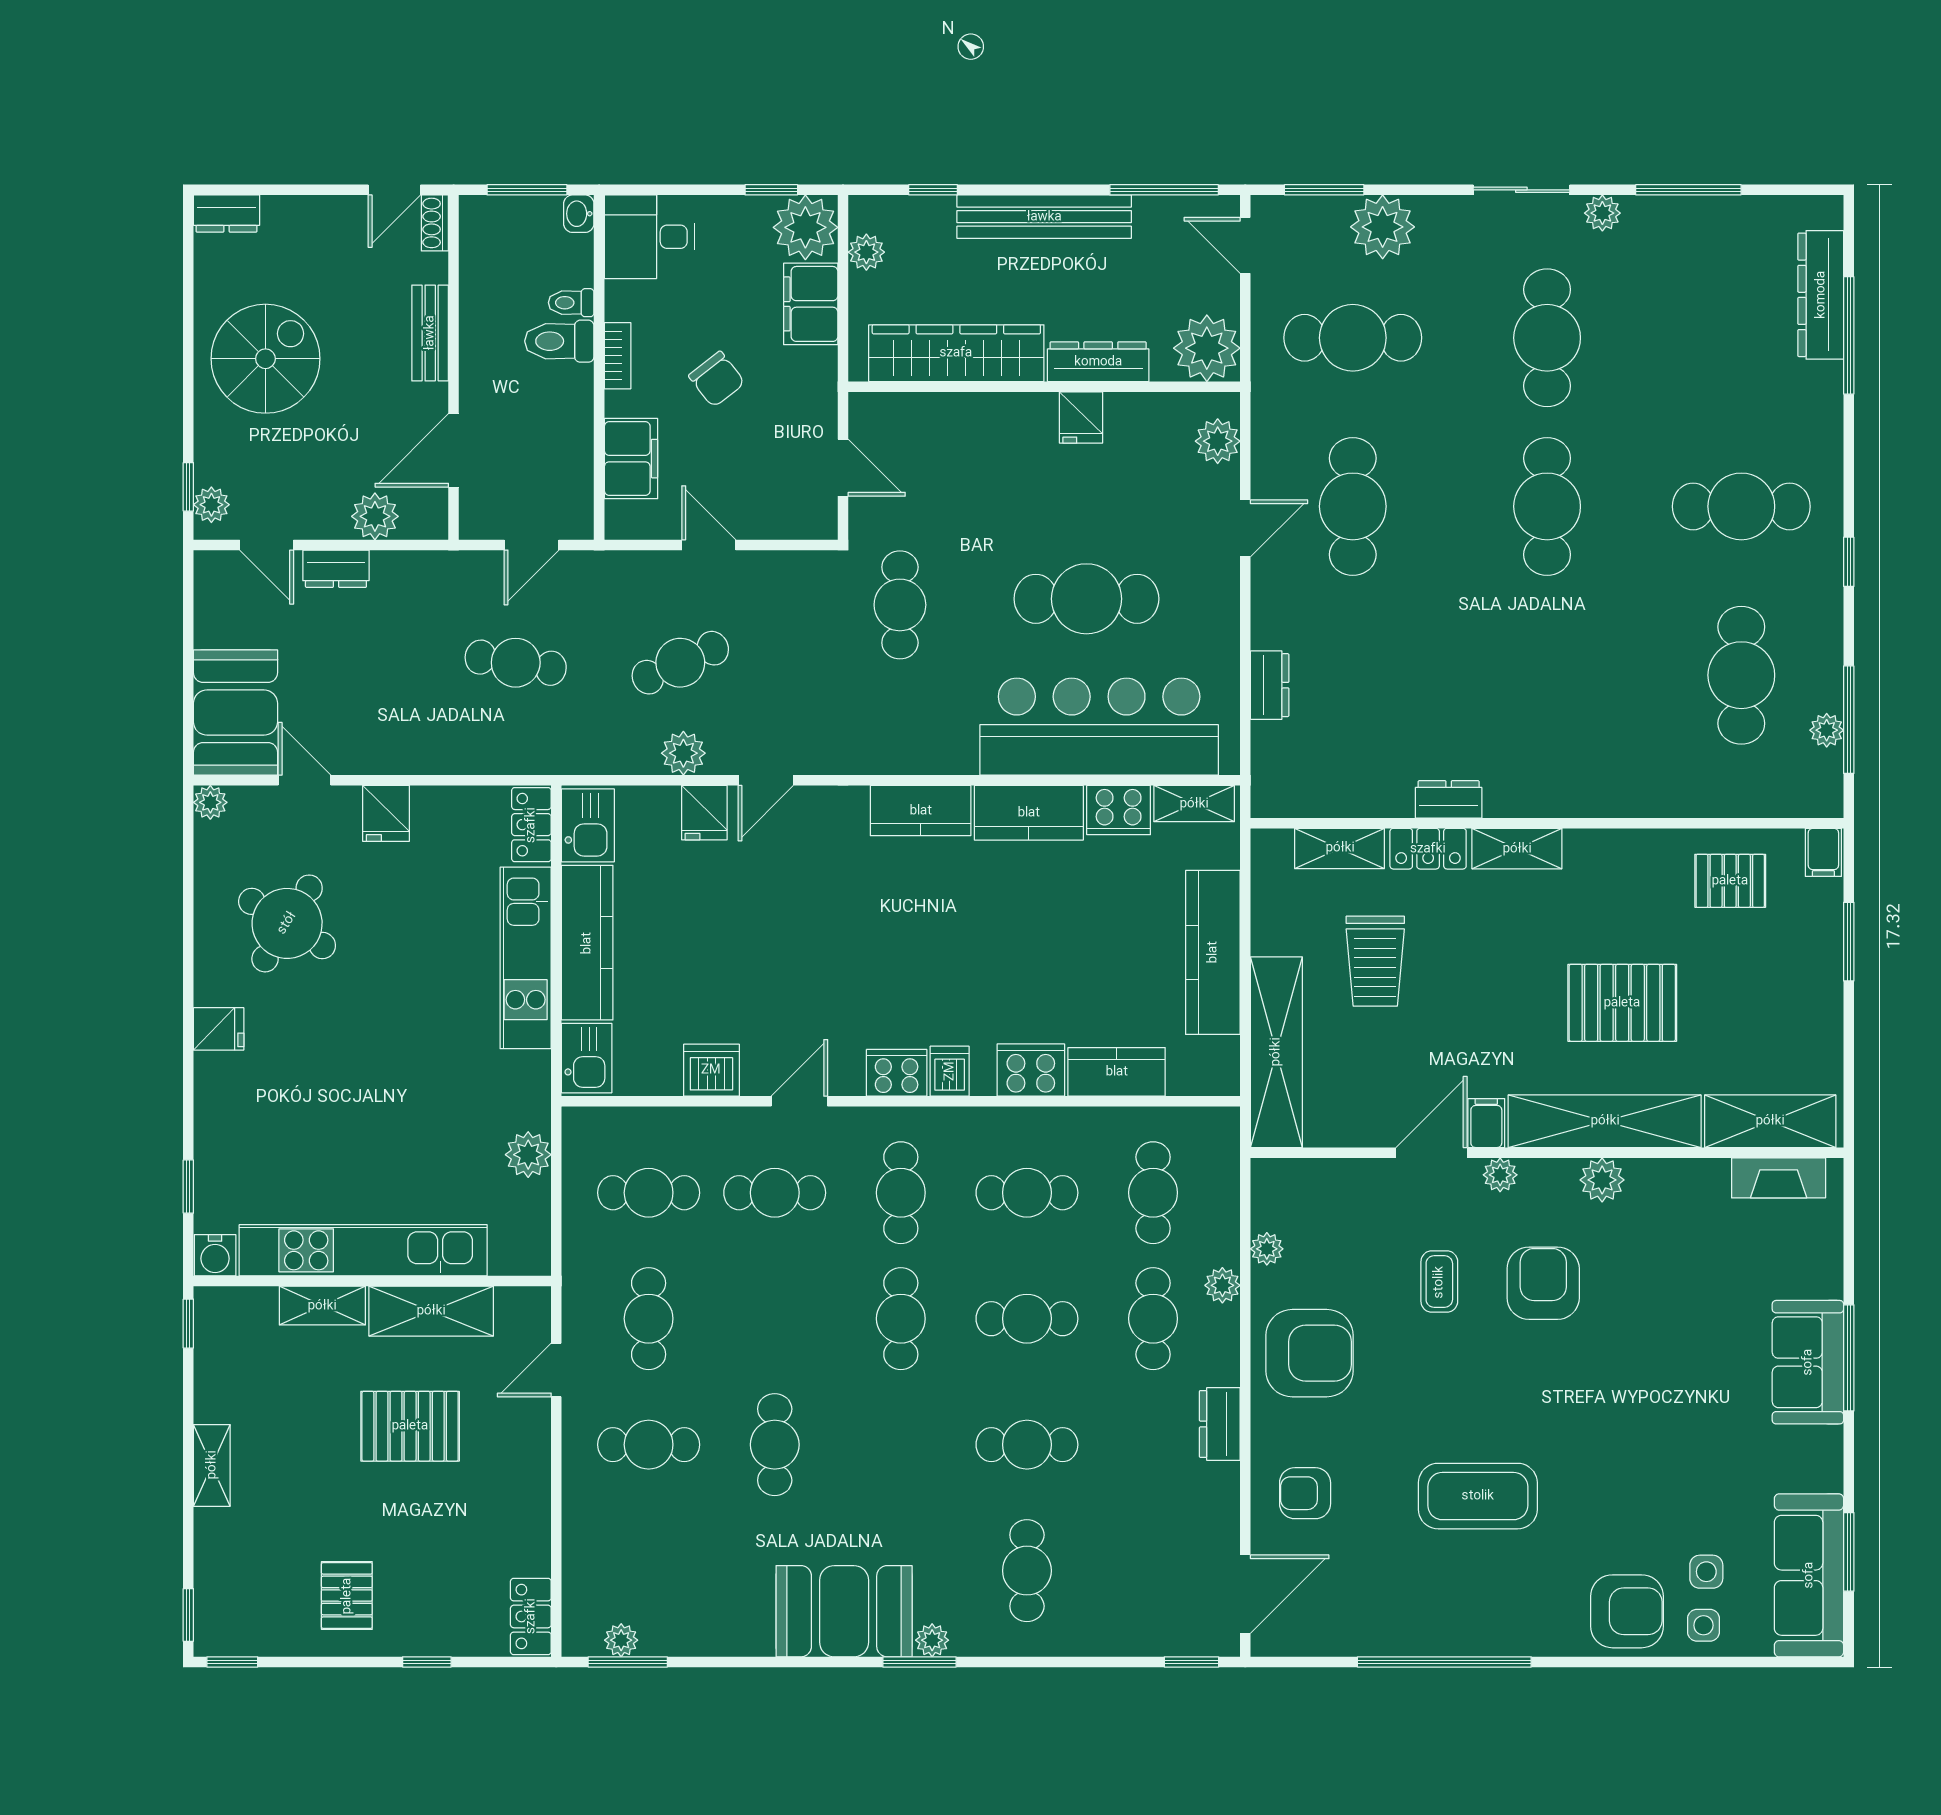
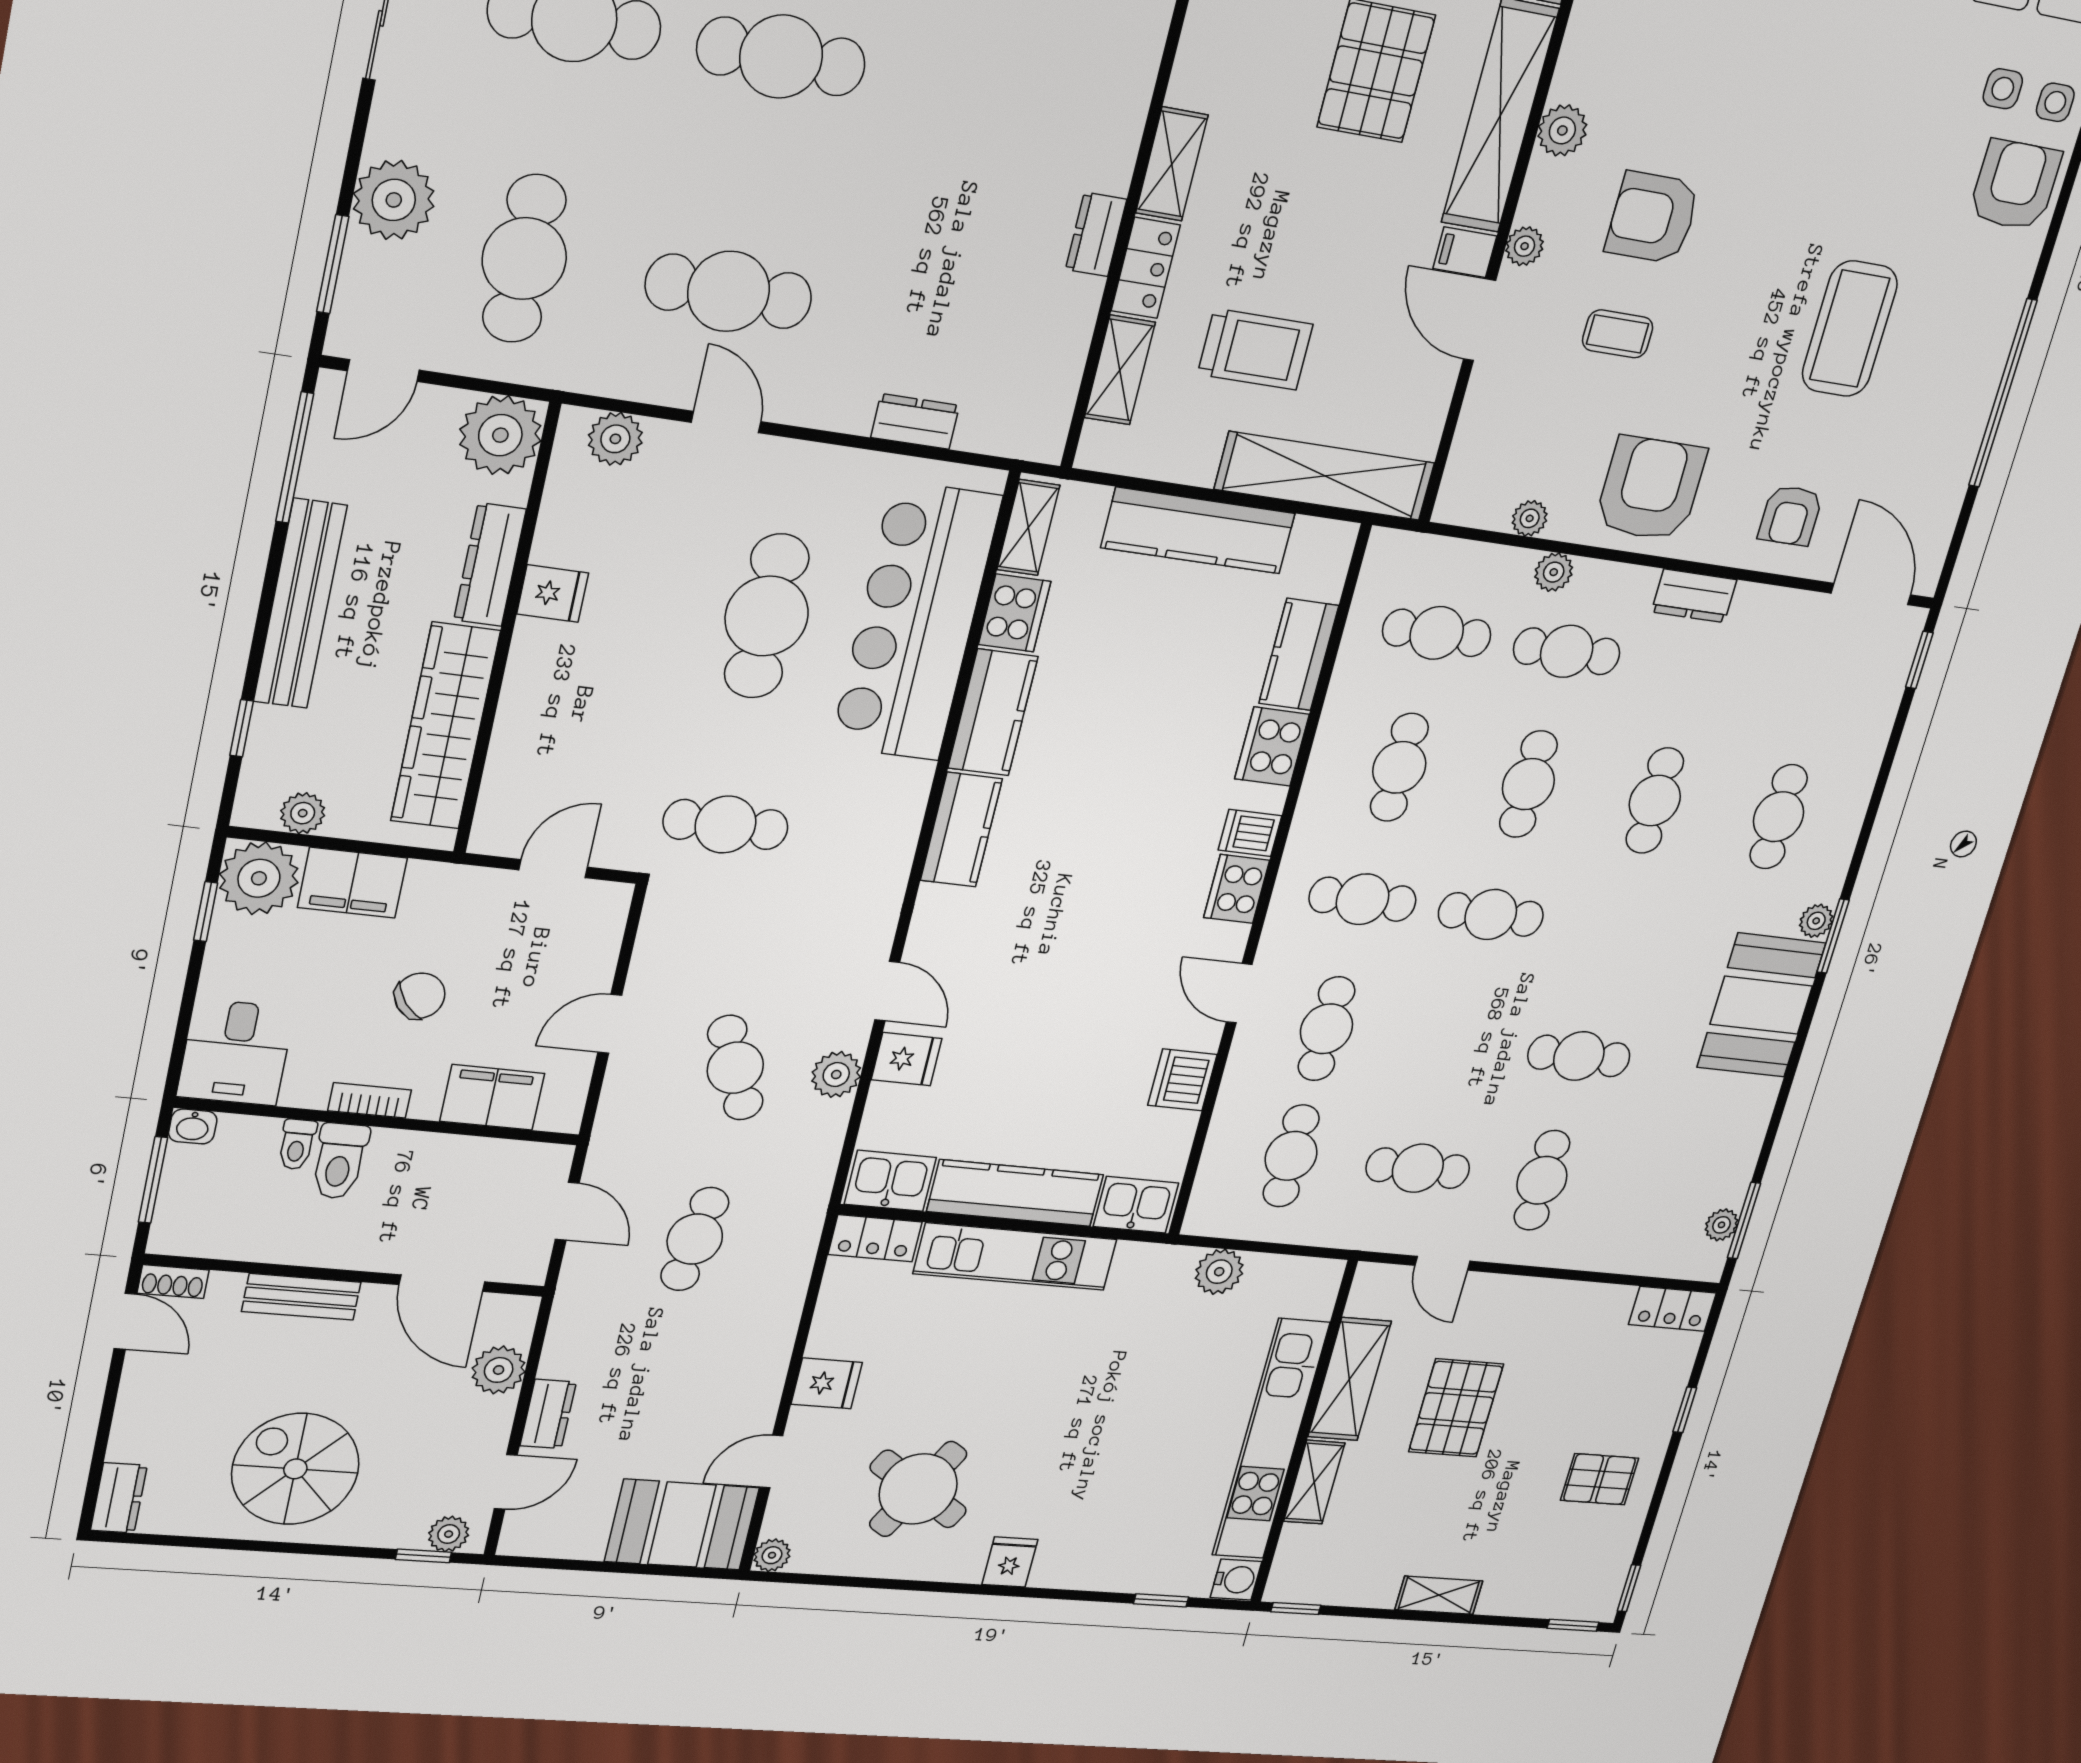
cafe table: (1027, 1571) -> (1779, 817), turned 90

